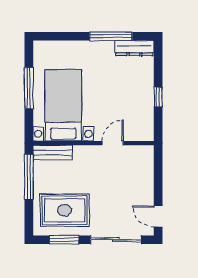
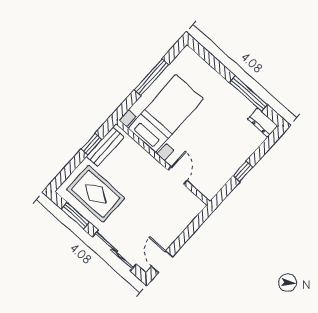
dresser: (134, 48) -> (263, 123), width x0.70
door: (113, 143) -> (178, 176), hinge flipped
bench: (53, 153) -> (105, 147), moved, turned 90
window: (29, 177) -> (91, 144), width x0.46

